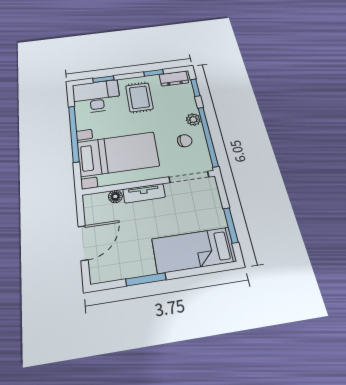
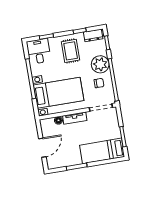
desk: (96, 97) -> (39, 51), width x0.73
plant: (193, 120) -> (100, 64), width x1.87, depth x1.87

